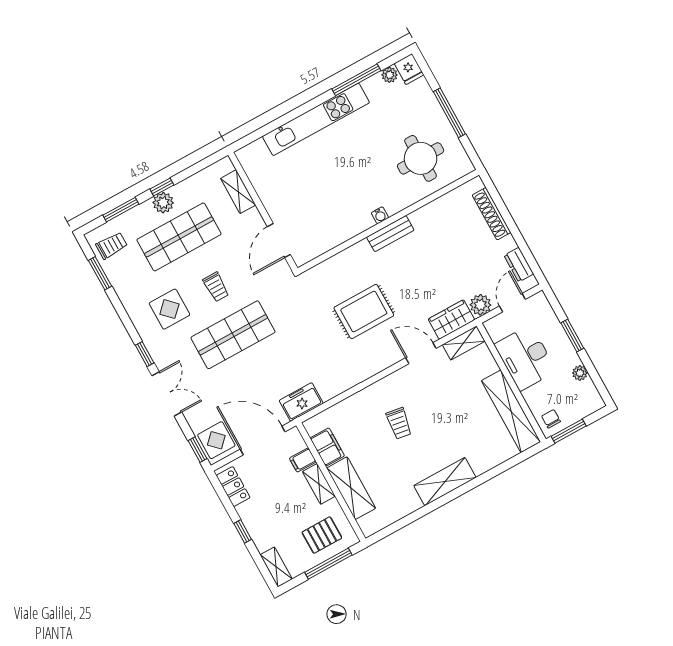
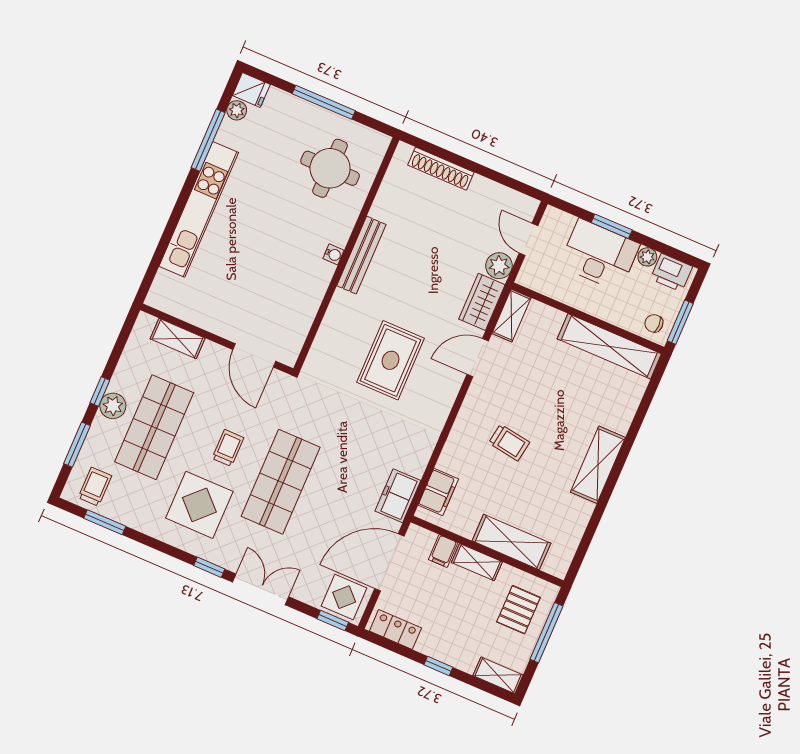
bench: (390, 234) -> (361, 255), width x1.36
dresser: (519, 265) -> (506, 198), removed
trolley: (216, 287) -> (228, 448), turned -90
display table: (169, 309) -> (199, 505), width x1.36, depth x1.36
desk: (525, 358) -> (599, 255), moved, turned 180
printer: (588, 395) -> (671, 273), added
filing cabinet: (327, 447) -> (438, 492), moved, turned 90

